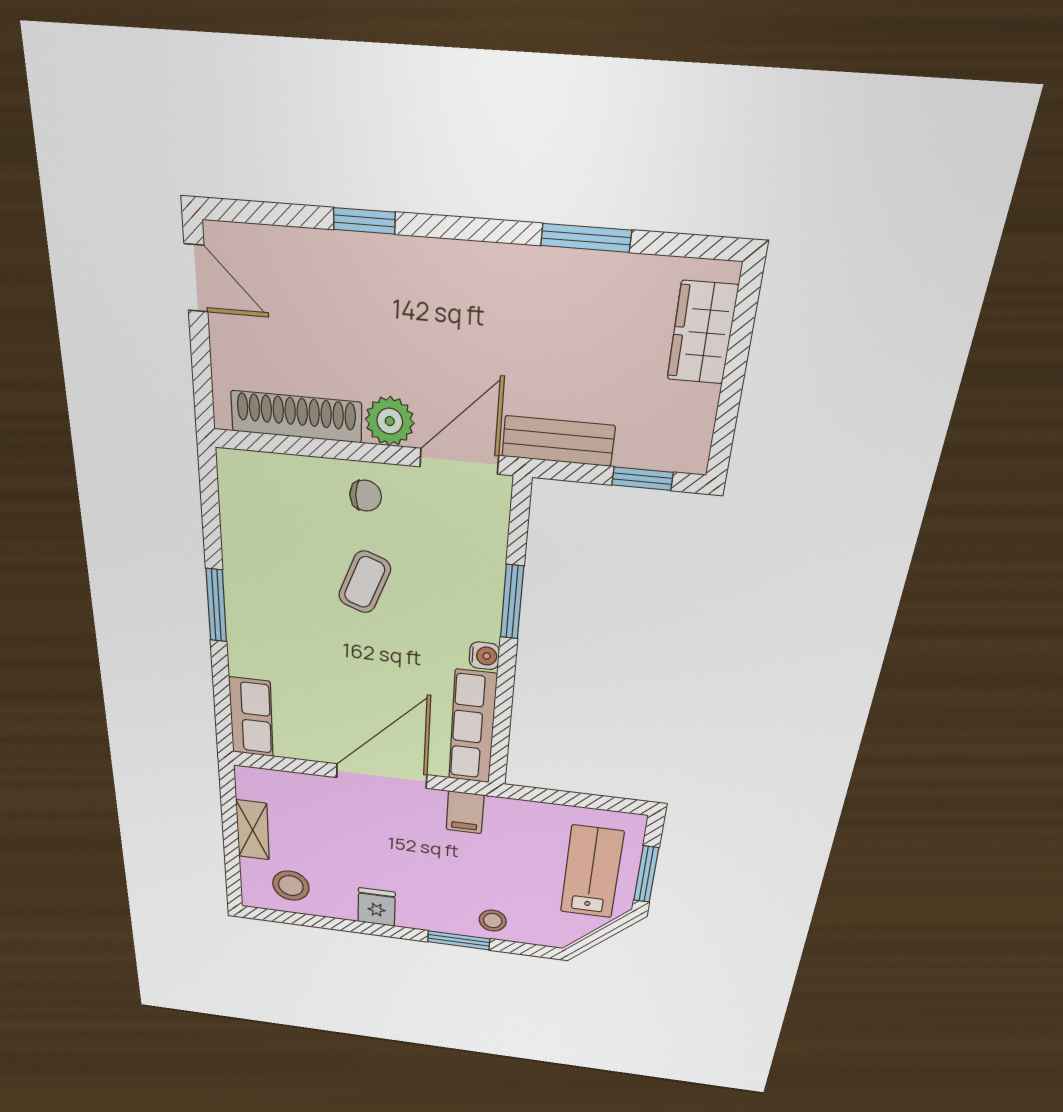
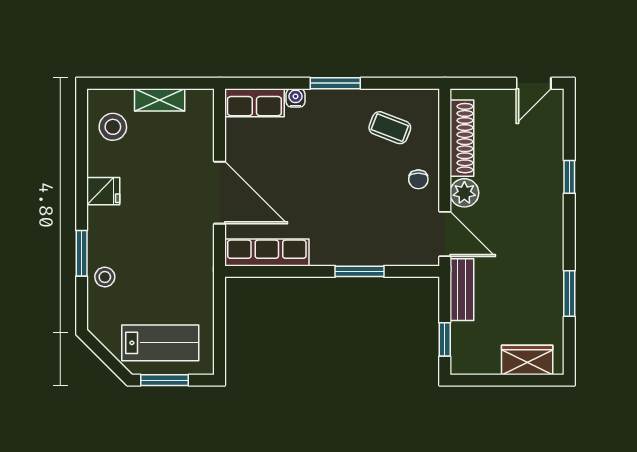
coffee table: (365, 582) -> (390, 128), moved
water cooler: (484, 656) -> (296, 98), moved, turned 180
filing cabinet: (465, 812) -> (198, 251), removed

